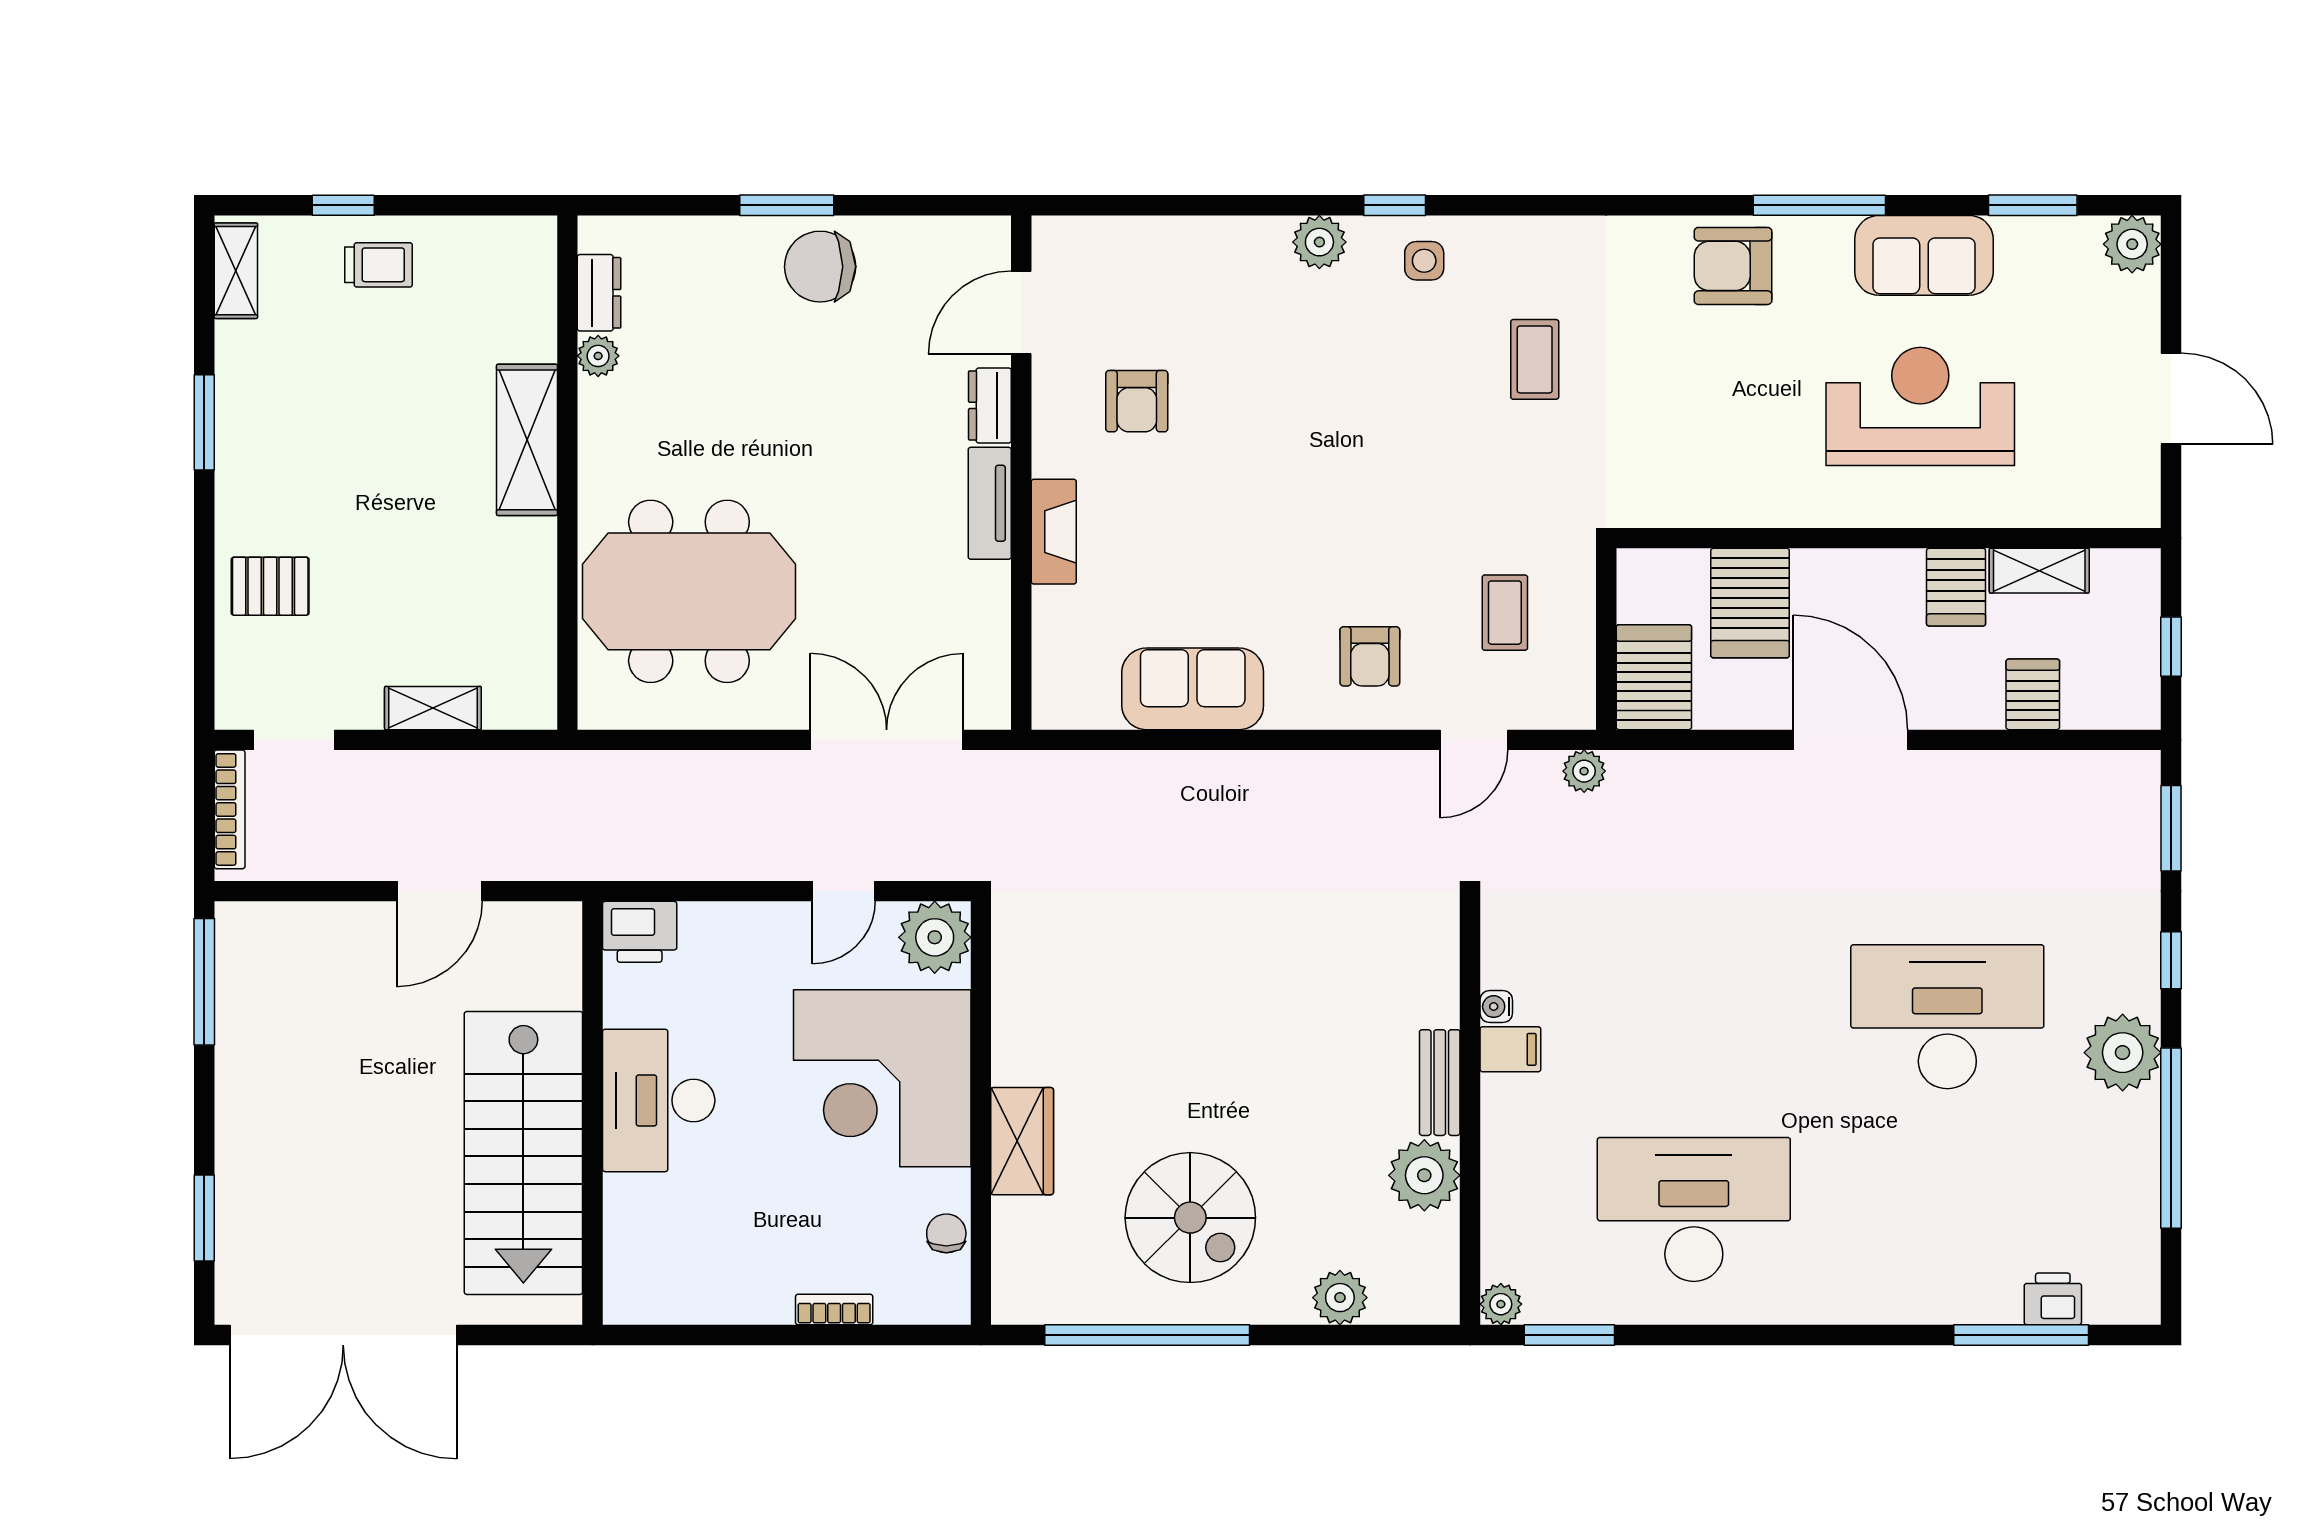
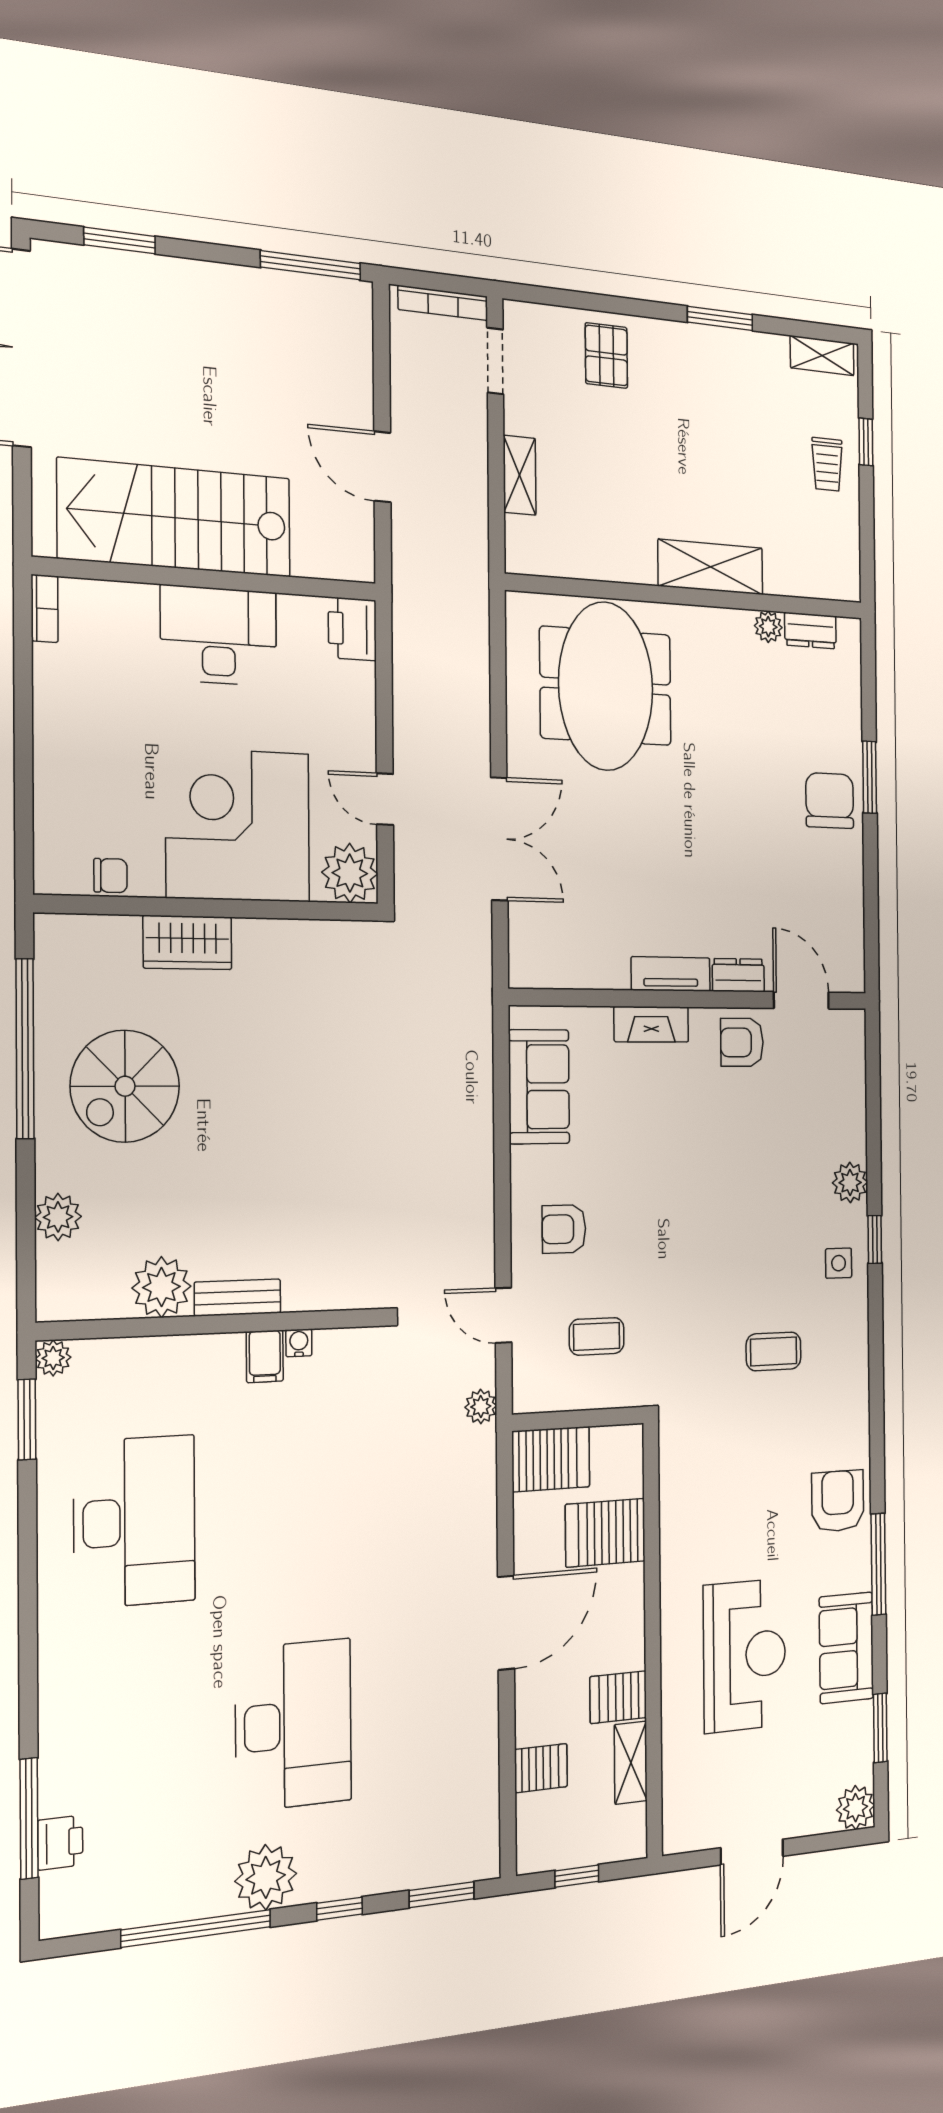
door: (1021, 313) -> (801, 1000), moved
dresser: (990, 405) -> (738, 975), moved
wall: (1021, 473) -> (692, 999), moved
tv unit: (990, 503) -> (671, 974), moved
fireplace: (1054, 532) -> (651, 1024), moved
bookcase: (834, 1309) -> (45, 608), moved

